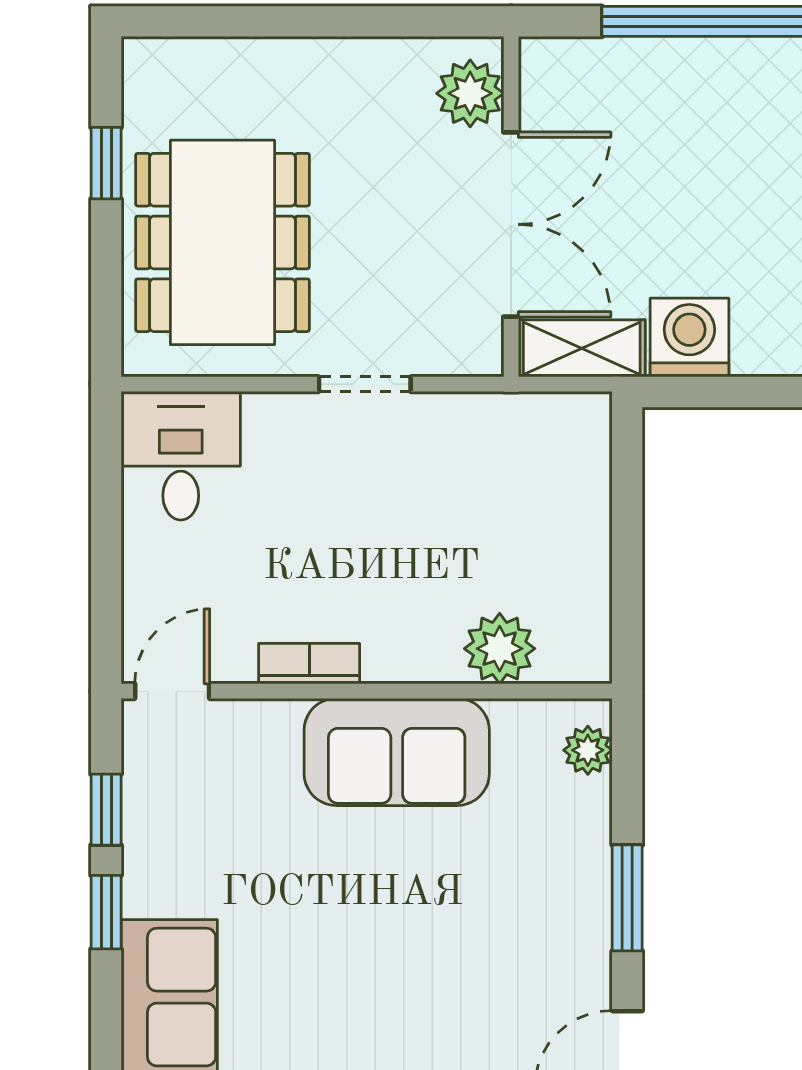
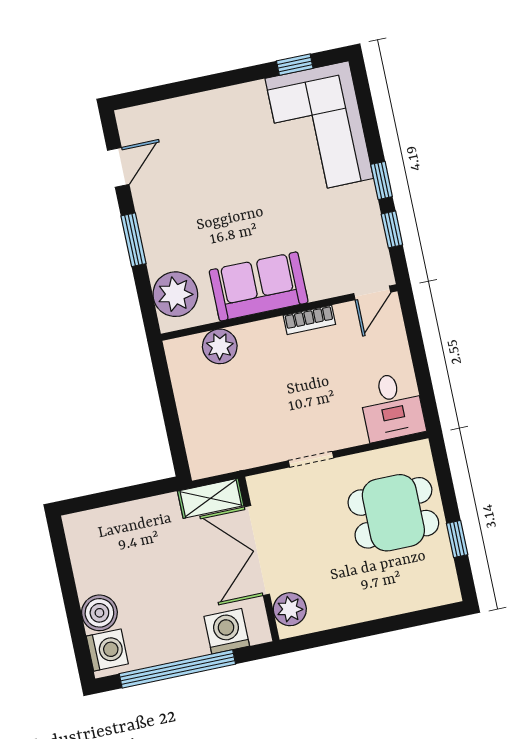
dining table: (222, 242) -> (393, 513), width x0.73
washing machine: (689, 338) -> (227, 631), moved, turned 180
plant: (588, 750) -> (175, 294), width x1.87, depth x1.87

